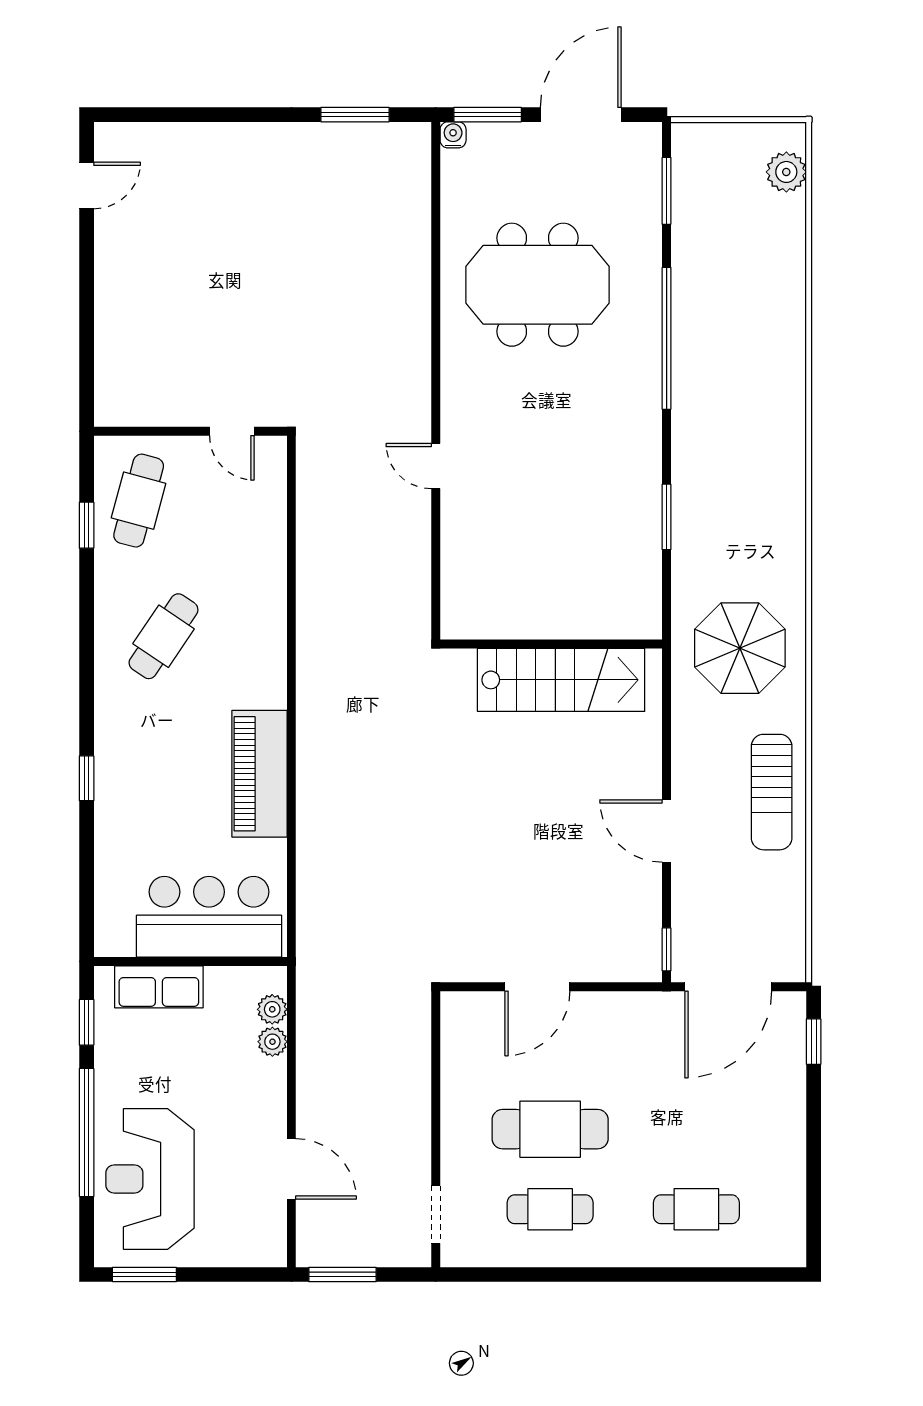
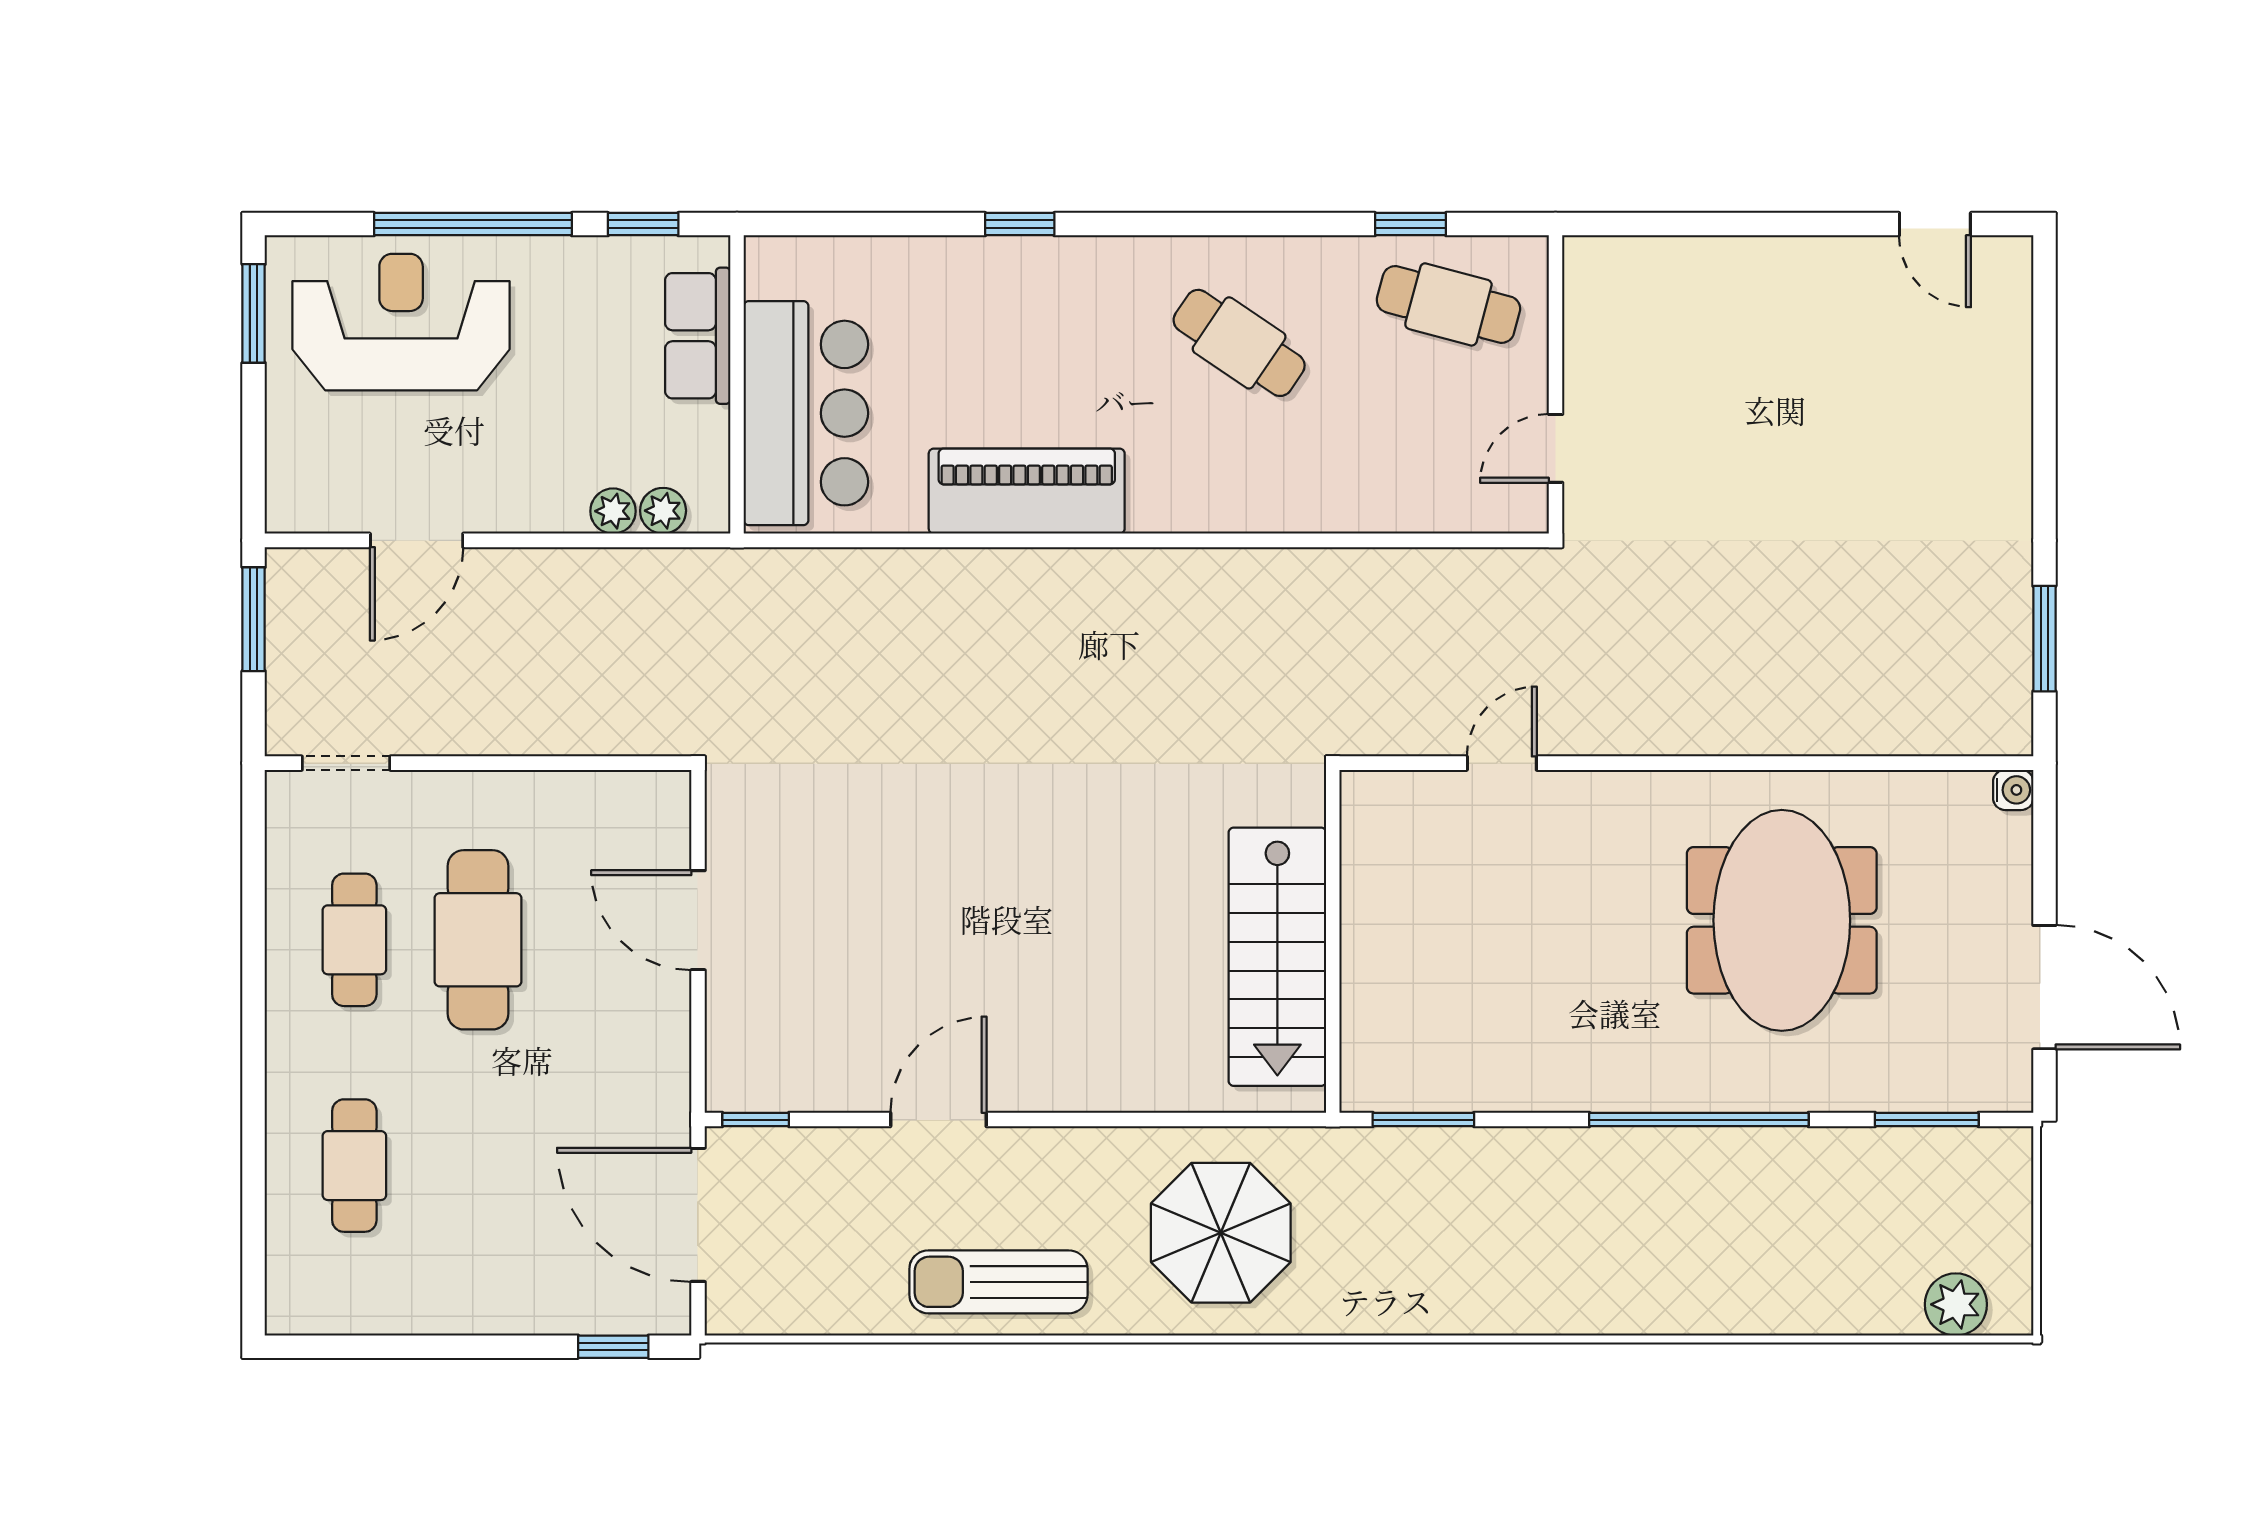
window: (488, 115) -> (2044, 843), removed
wall: (551, 644) -> (1333, 941), moved
stairs: (561, 680) -> (1277, 957), moved

